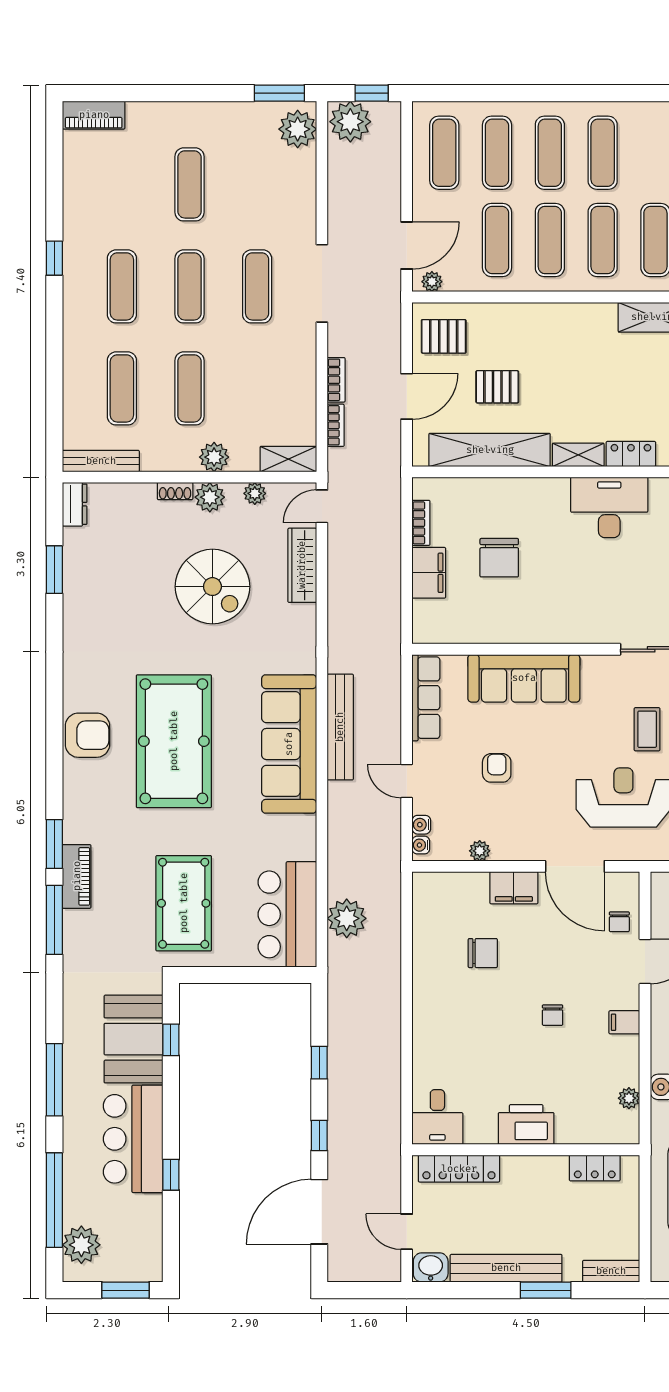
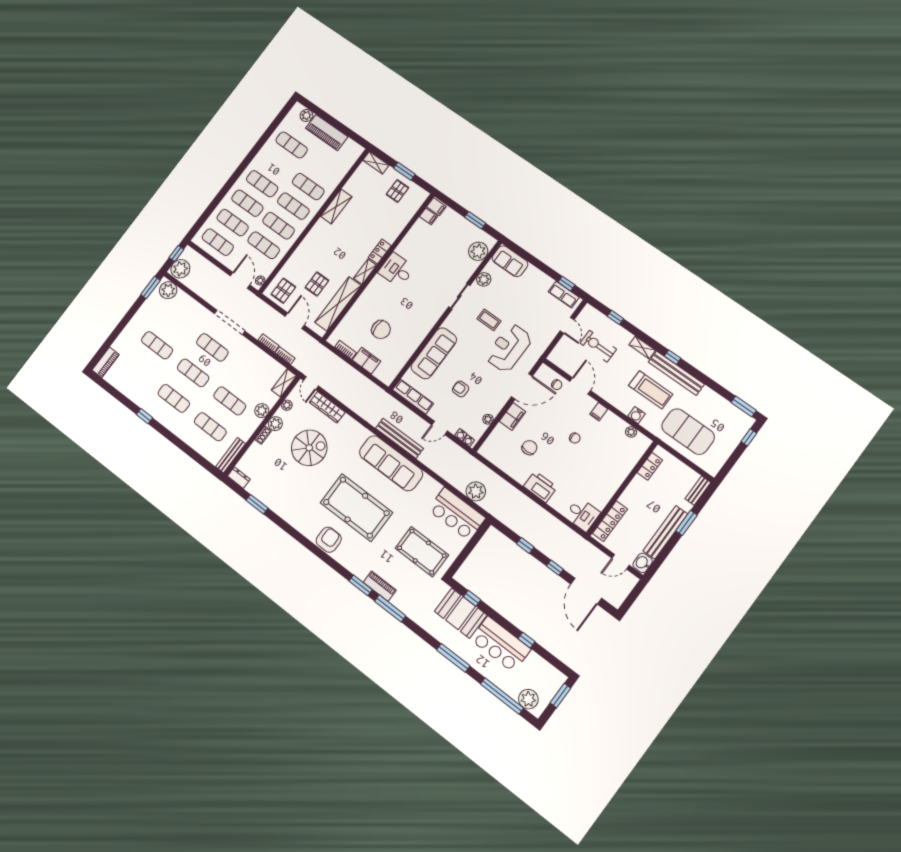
desk: (609, 507) -> (396, 270), width x0.73
printer: (526, 1125) -> (540, 487), moved, turned 90

